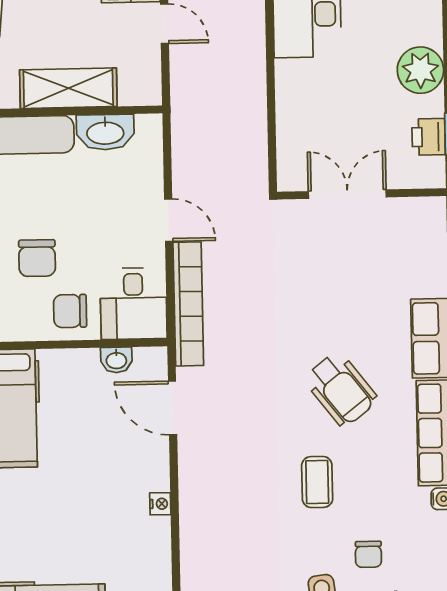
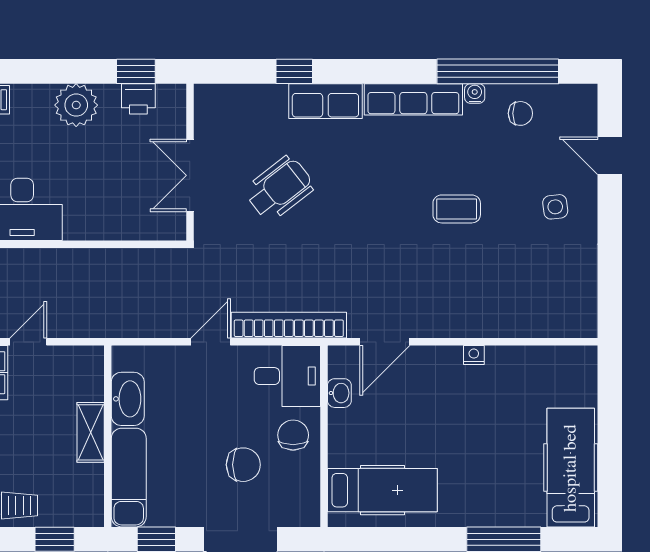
shelving: (68, 88) -> (91, 432), width x0.67, depth x0.75
chair: (70, 311) -> (293, 435), turned 180
wheelchair: (341, 389) -> (279, 188), moved
chair: (368, 554) -> (520, 113), moved

